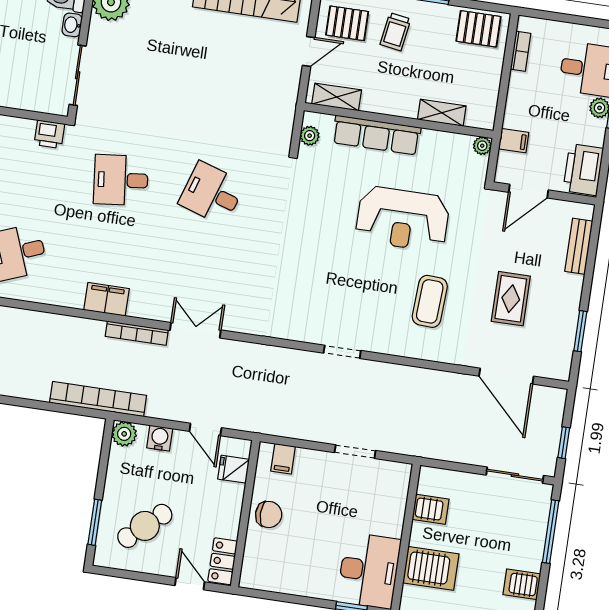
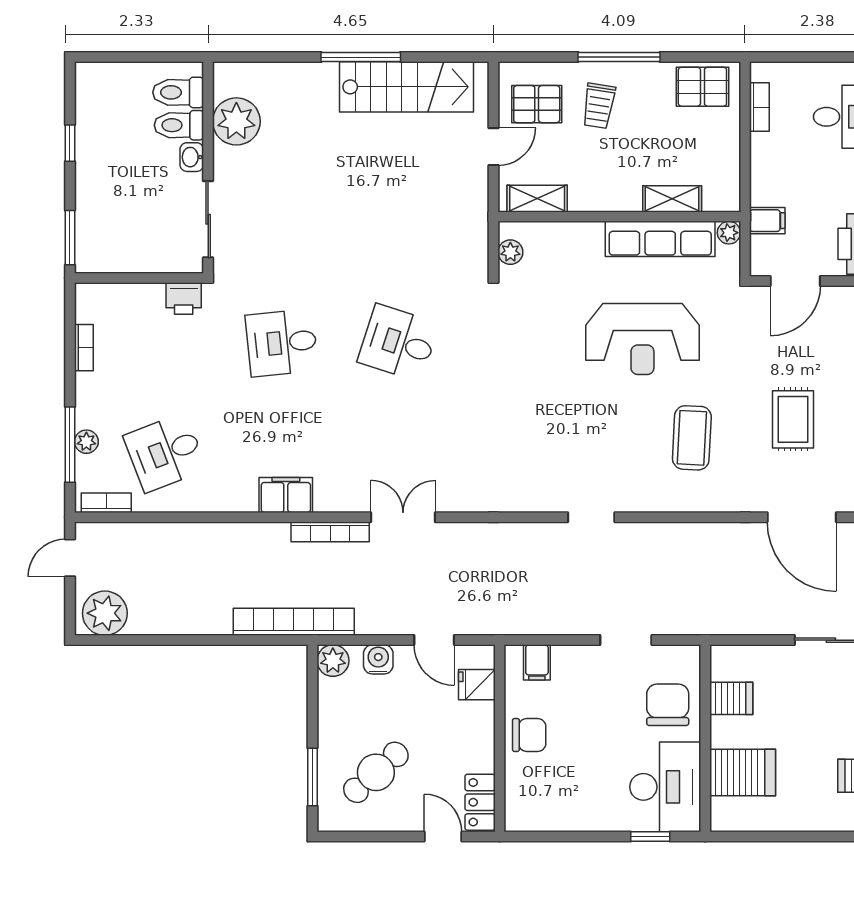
row of seats: (377, 135) -> (660, 239), moved
chair: (380, 507) -> (668, 705), added

